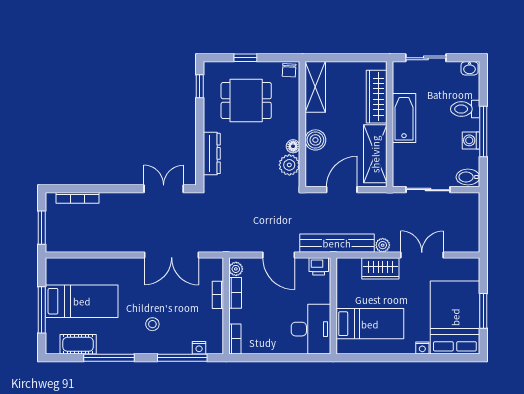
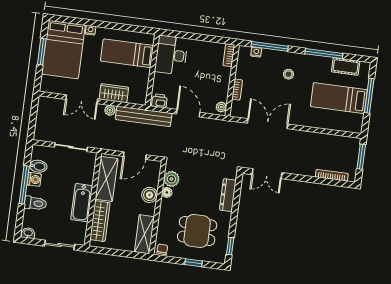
bidet: (468, 177) -> (38, 166), moved
bookcase: (235, 293) -> (224, 89), removed

